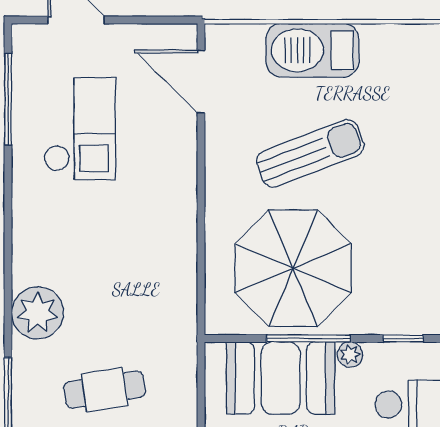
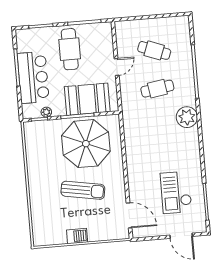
barbecue: (312, 50) -> (77, 236), width x0.53, depth x0.65
sun lounger: (310, 153) -> (83, 190), turned -149
plant: (350, 354) -> (46, 112), moved

